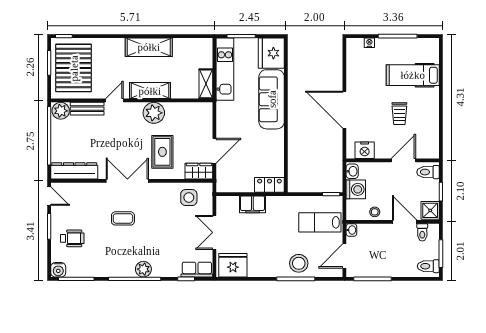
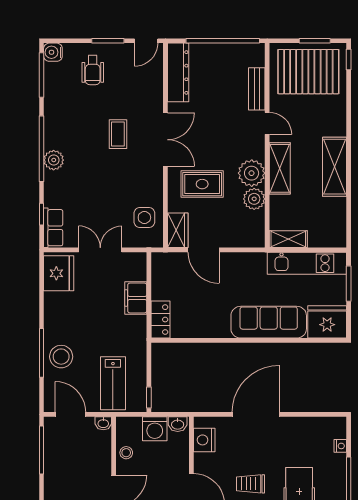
plant: (61, 111) -> (254, 199), moved
lab bench: (320, 222) -> (113, 383), turned 180

